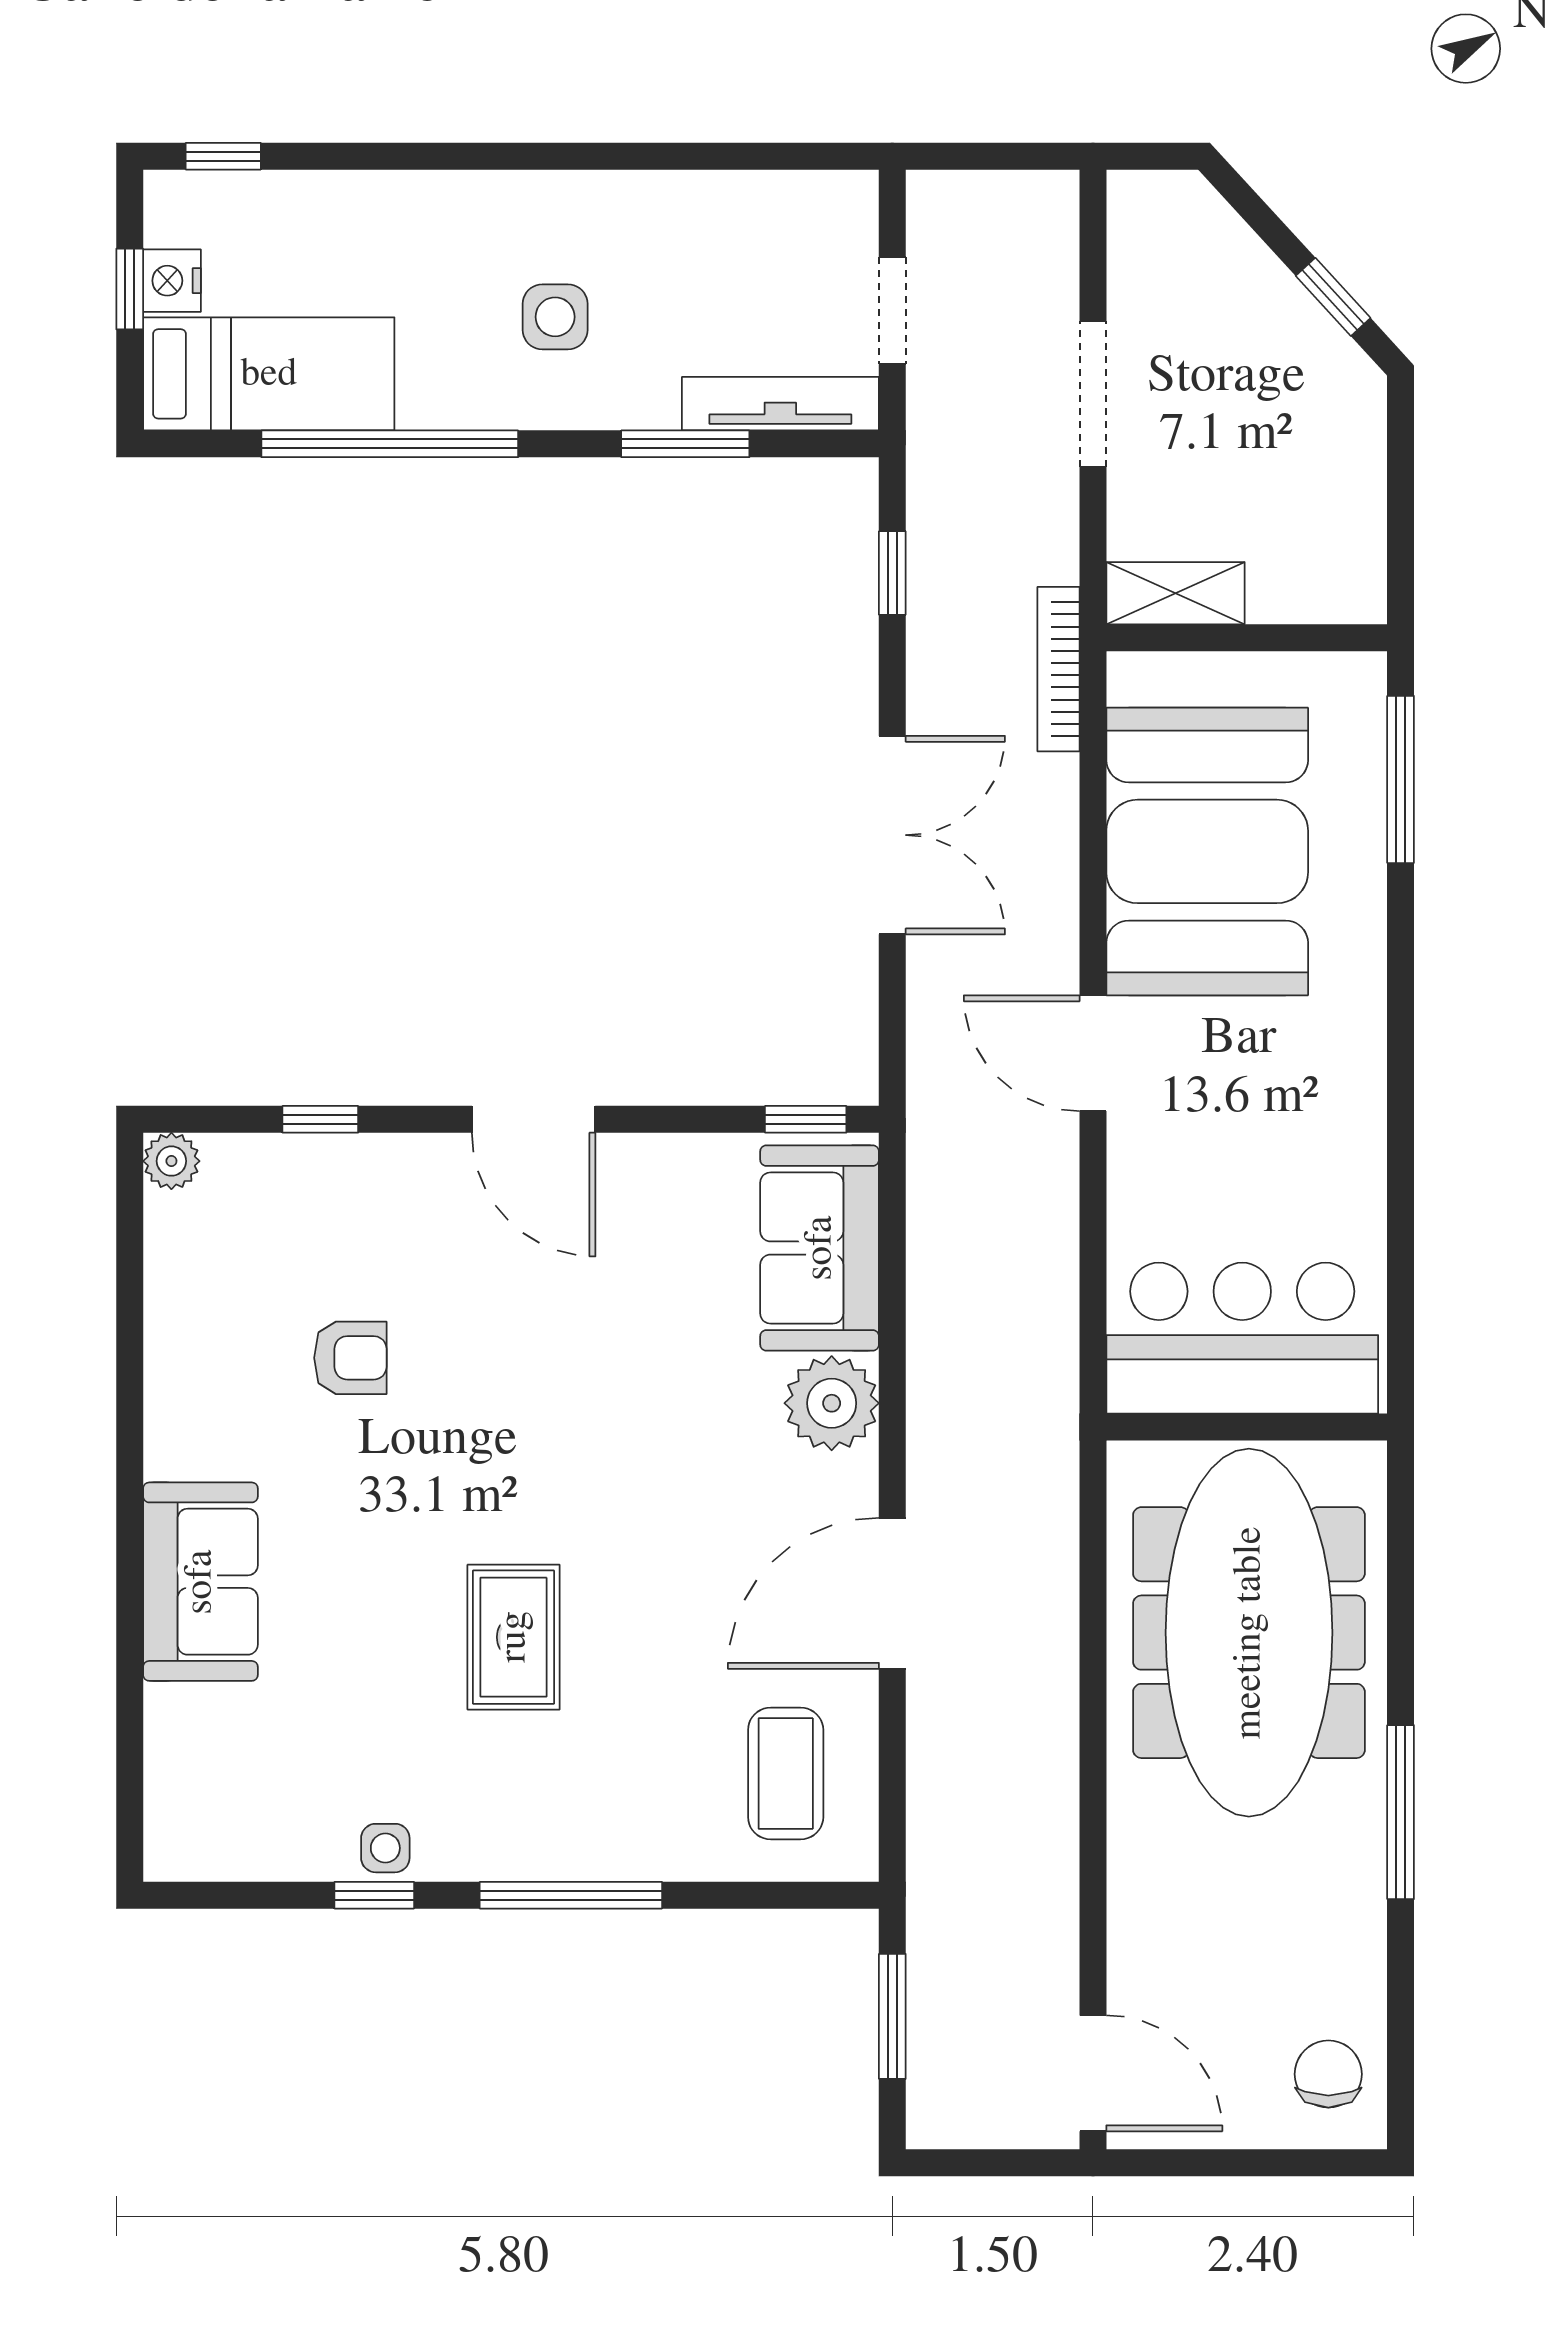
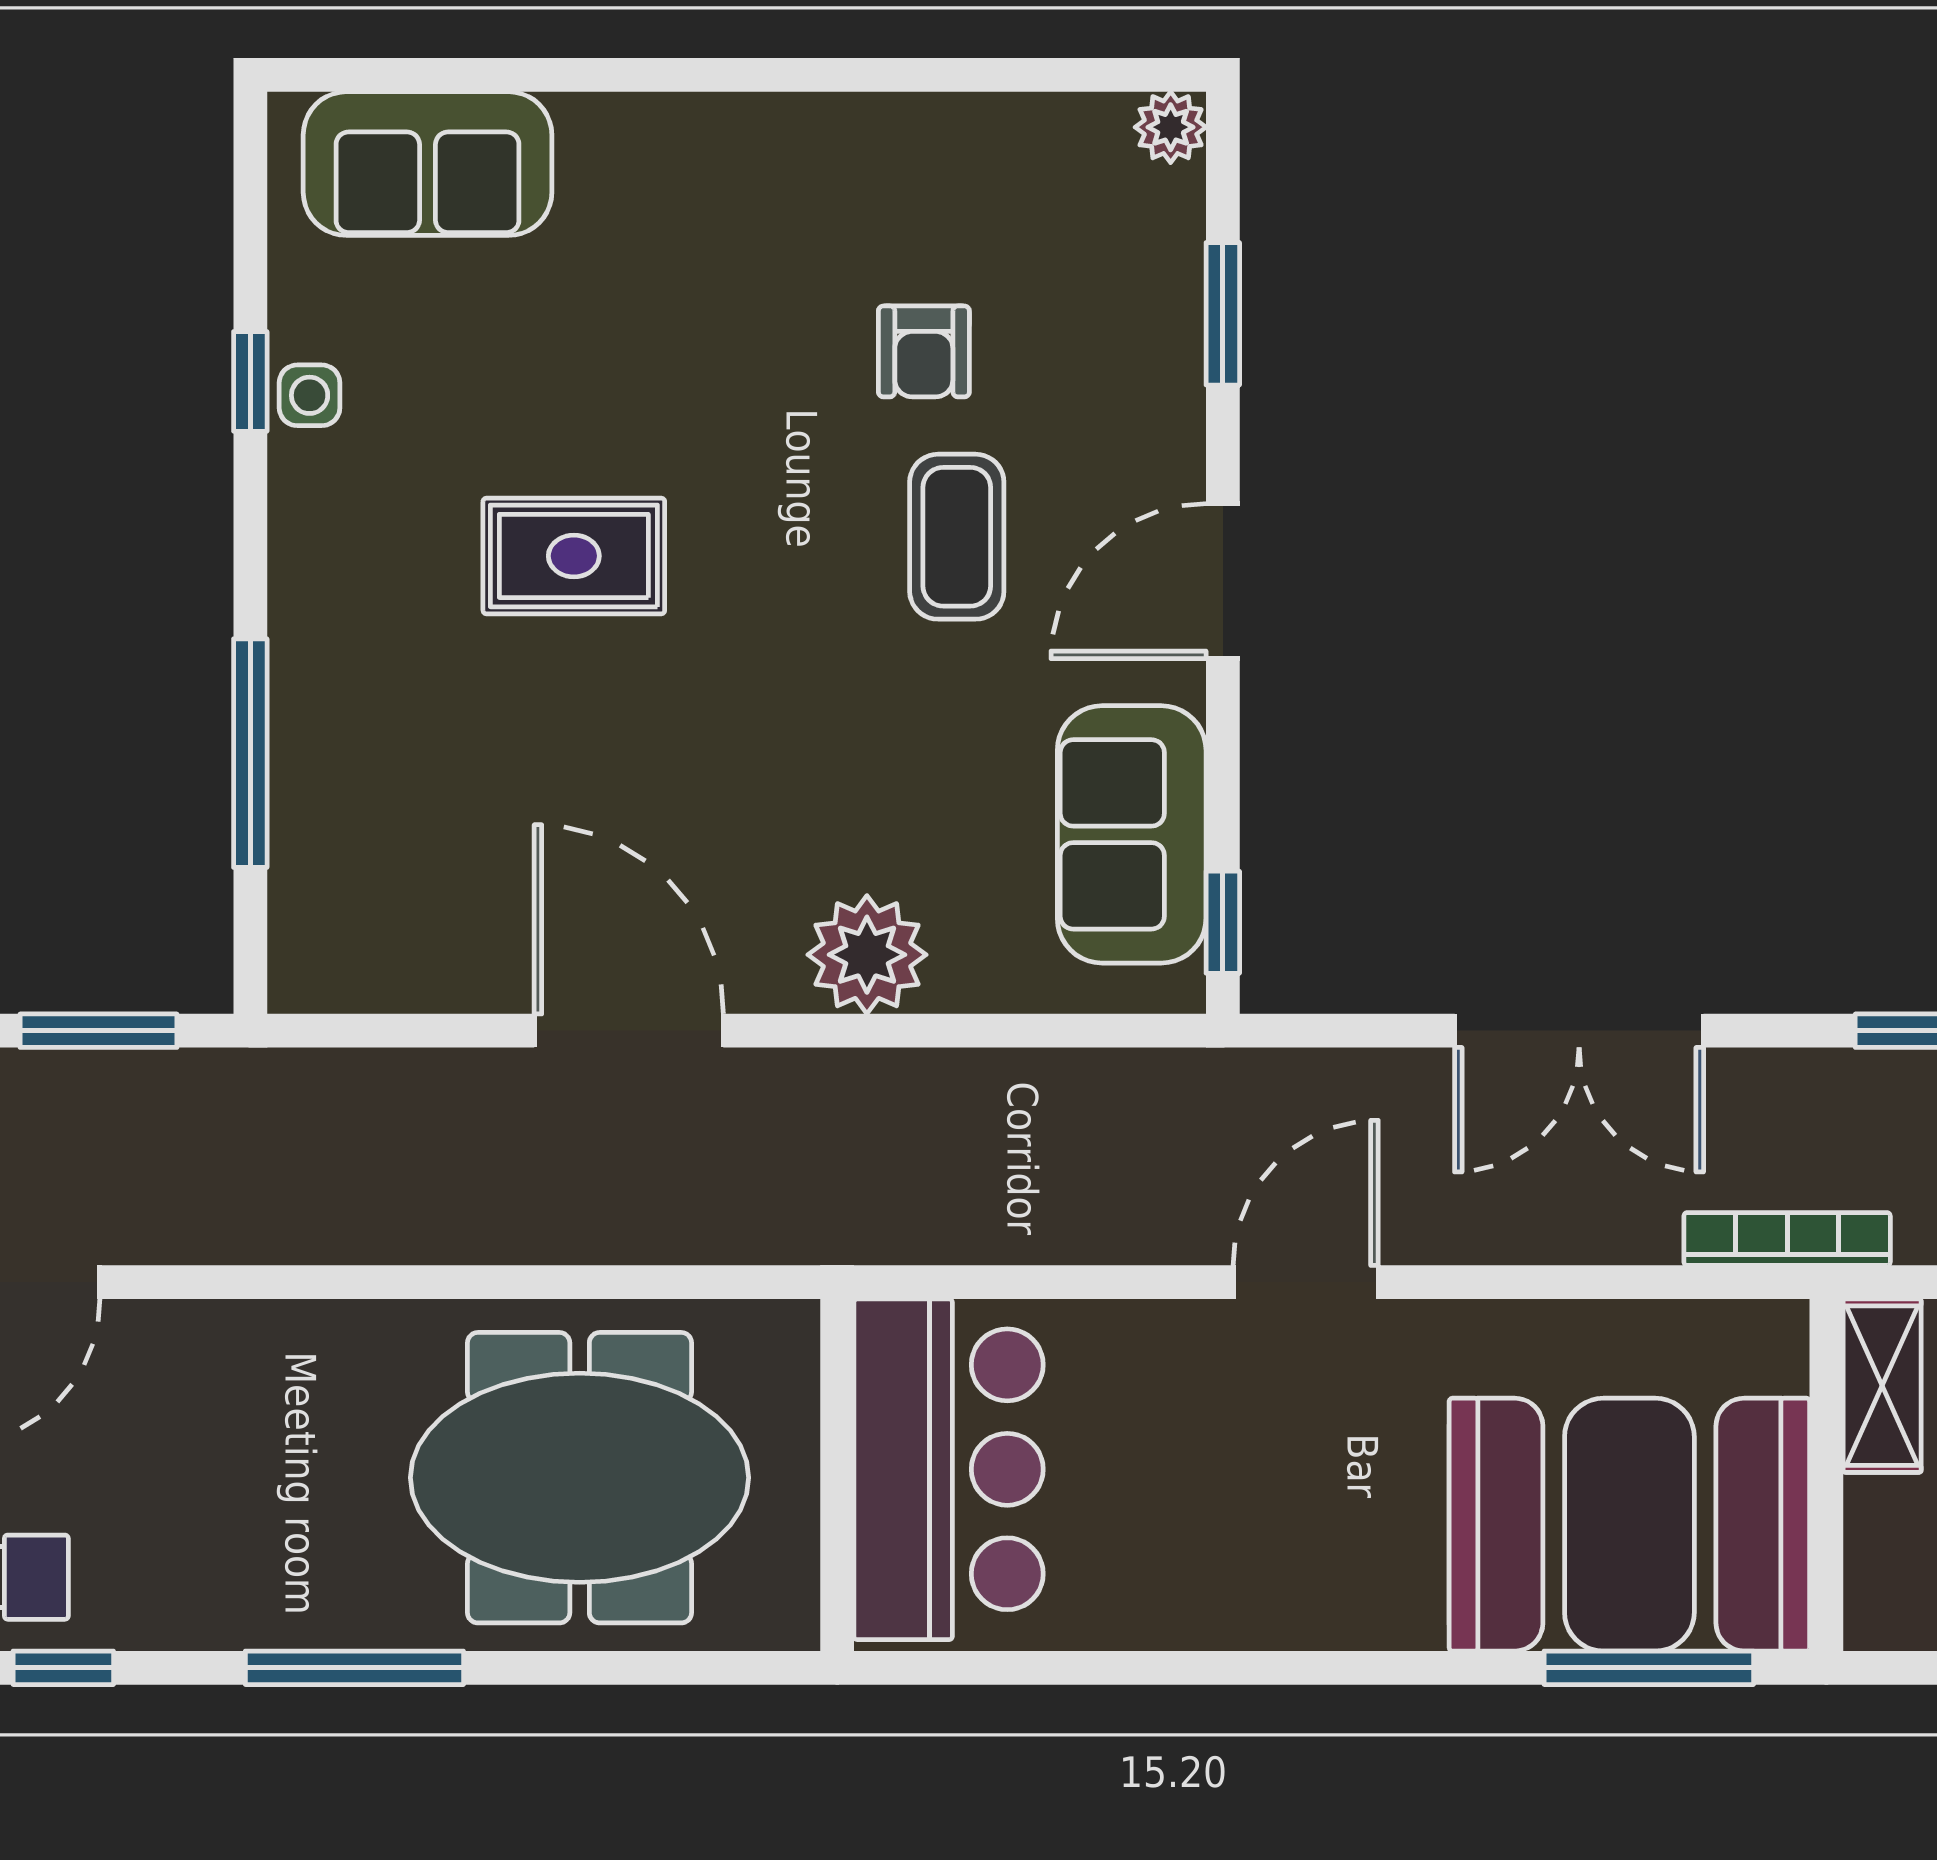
booth: (1207, 851) -> (1629, 1525), moved
window: (320, 1119) -> (1223, 314), width x1.50
sofa: (820, 1248) -> (1132, 834), moved, turned -90
sofa: (200, 1582) -> (428, 164), moved
meeting table: (1249, 1633) -> (580, 1478), width x0.73
coffee table: (786, 1773) -> (957, 537), moved, turned 90
window: (571, 1895) -> (250, 753), moved
window: (1401, 2044) -> (63, 1668), added

